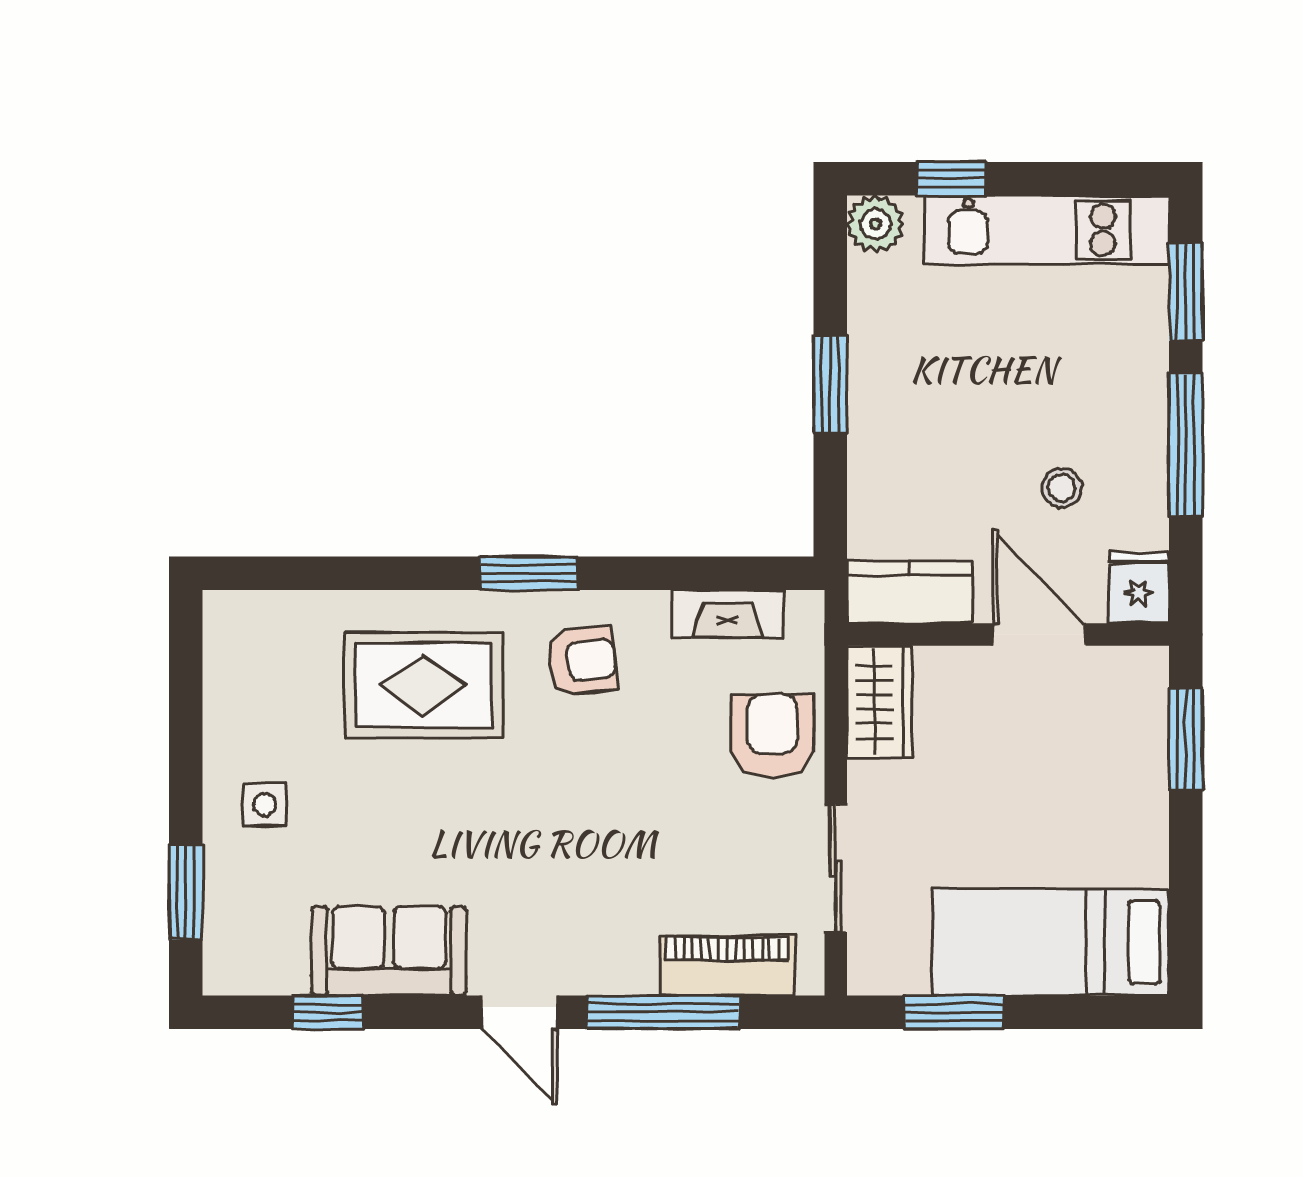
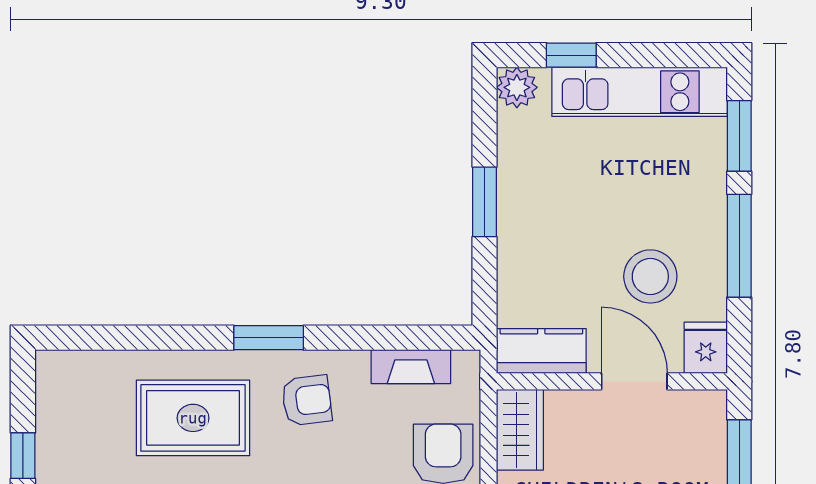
stool: (1062, 488) -> (650, 276), width x1.89, depth x1.89
window: (186, 738) -> (23, 456), added

